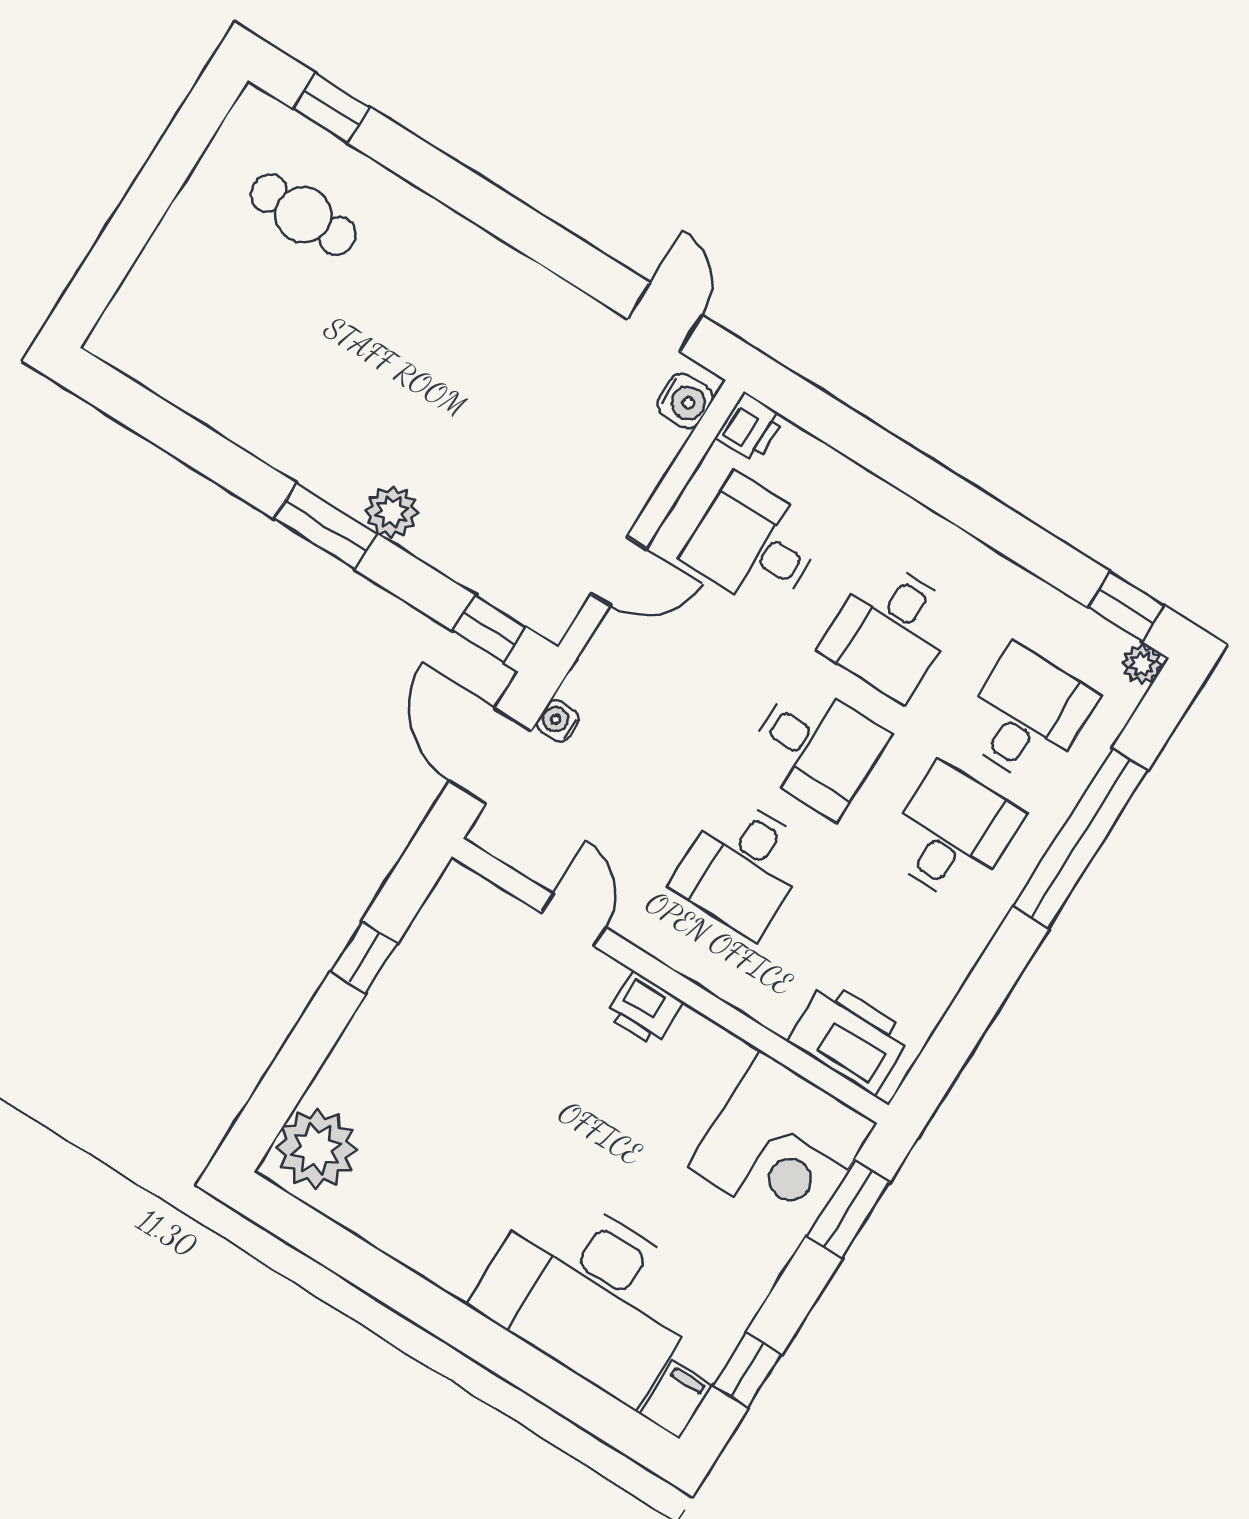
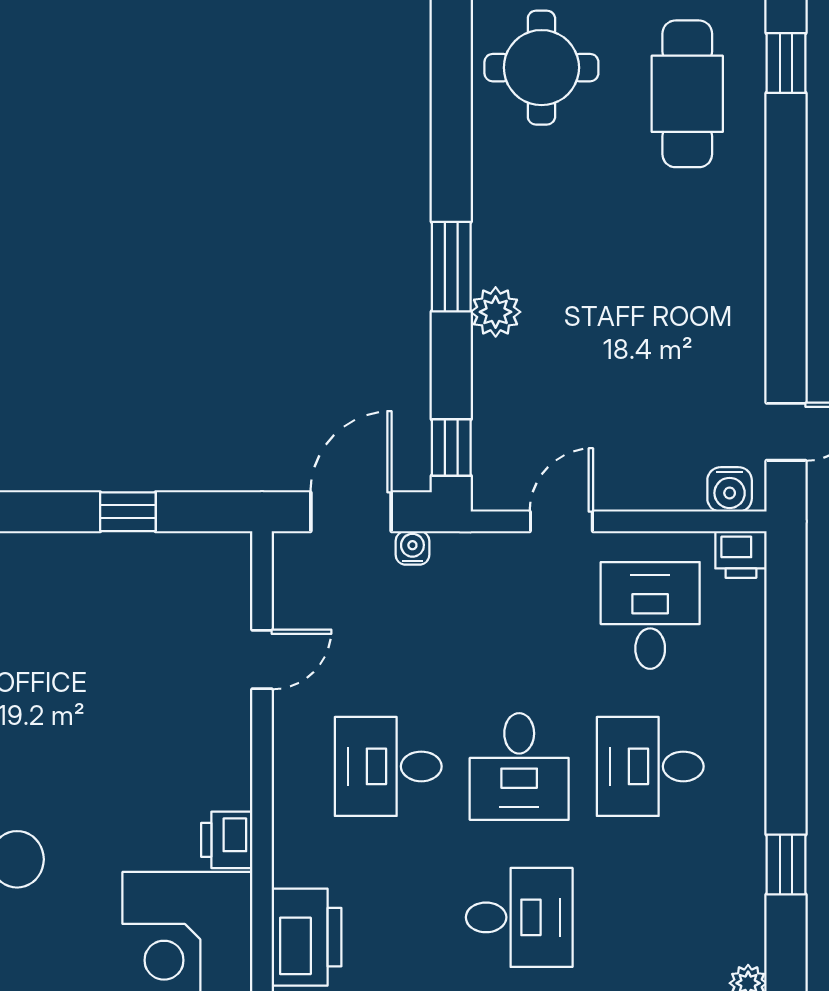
cafe table: (303, 215) -> (687, 94), width x1.37, depth x1.35
round table: (197, 332) -> (541, 68), added
door: (618, 571) -> (561, 521), swing flipped
window: (1126, 607) -> (786, 864), moved
desk: (1027, 715) -> (650, 917), removed
printer: (645, 1009) -> (227, 840), moved

